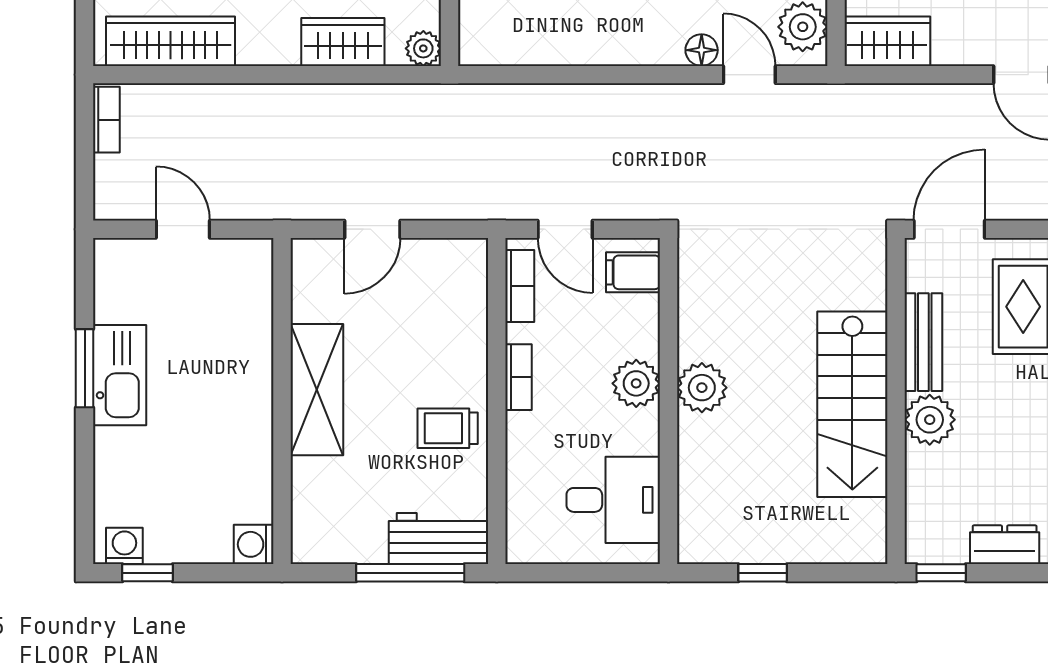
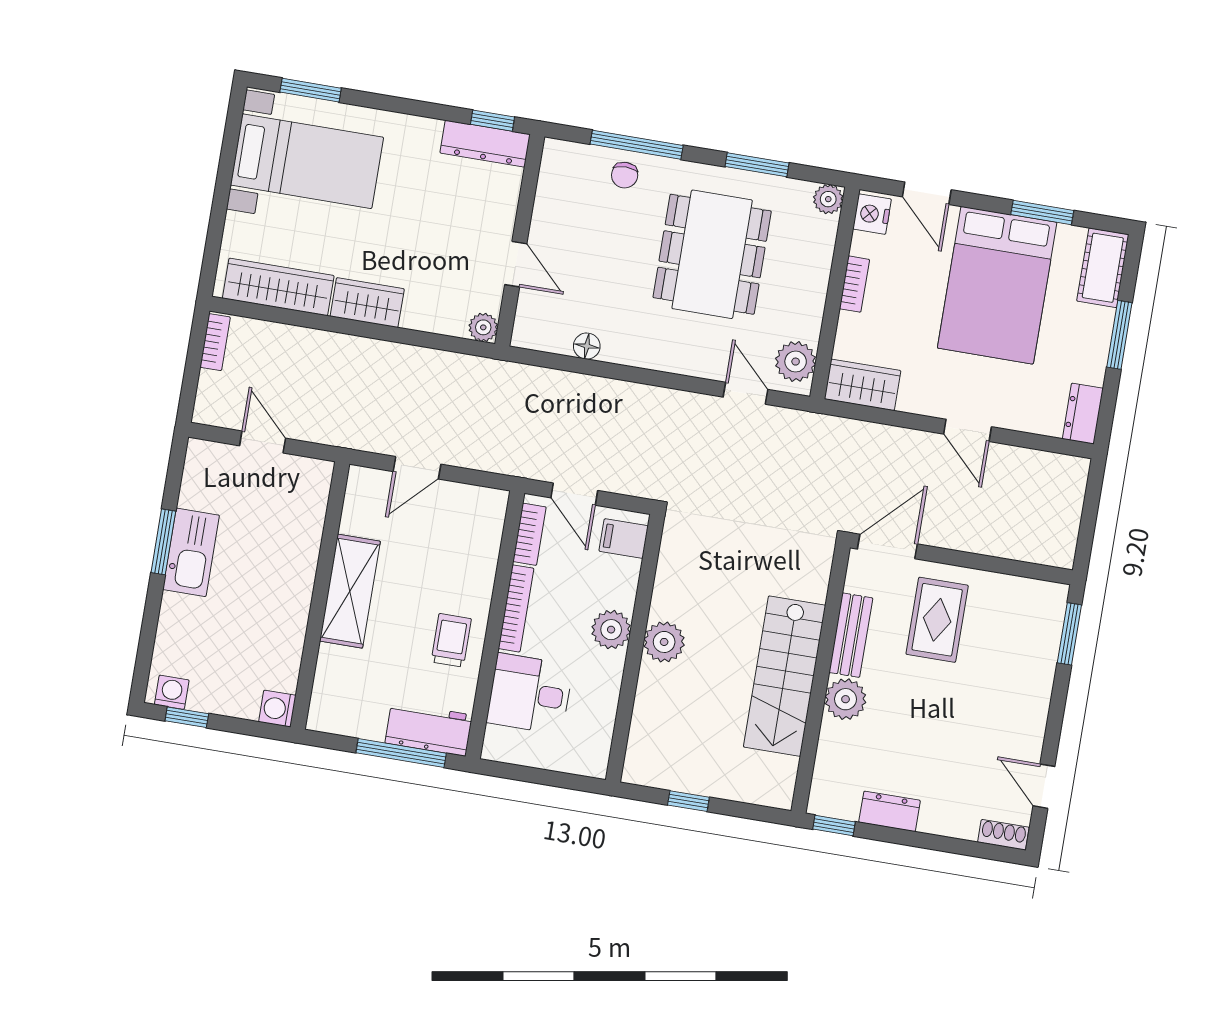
wardrobe: (343, 42) -> (367, 303), moved
floor lamp: (702, 50) -> (587, 346), moved
bookcase: (519, 377) -> (516, 608), width x1.56
trolley: (448, 428) -> (451, 640), turned 90
desk: (613, 500) -> (530, 694), moved, turned 180

